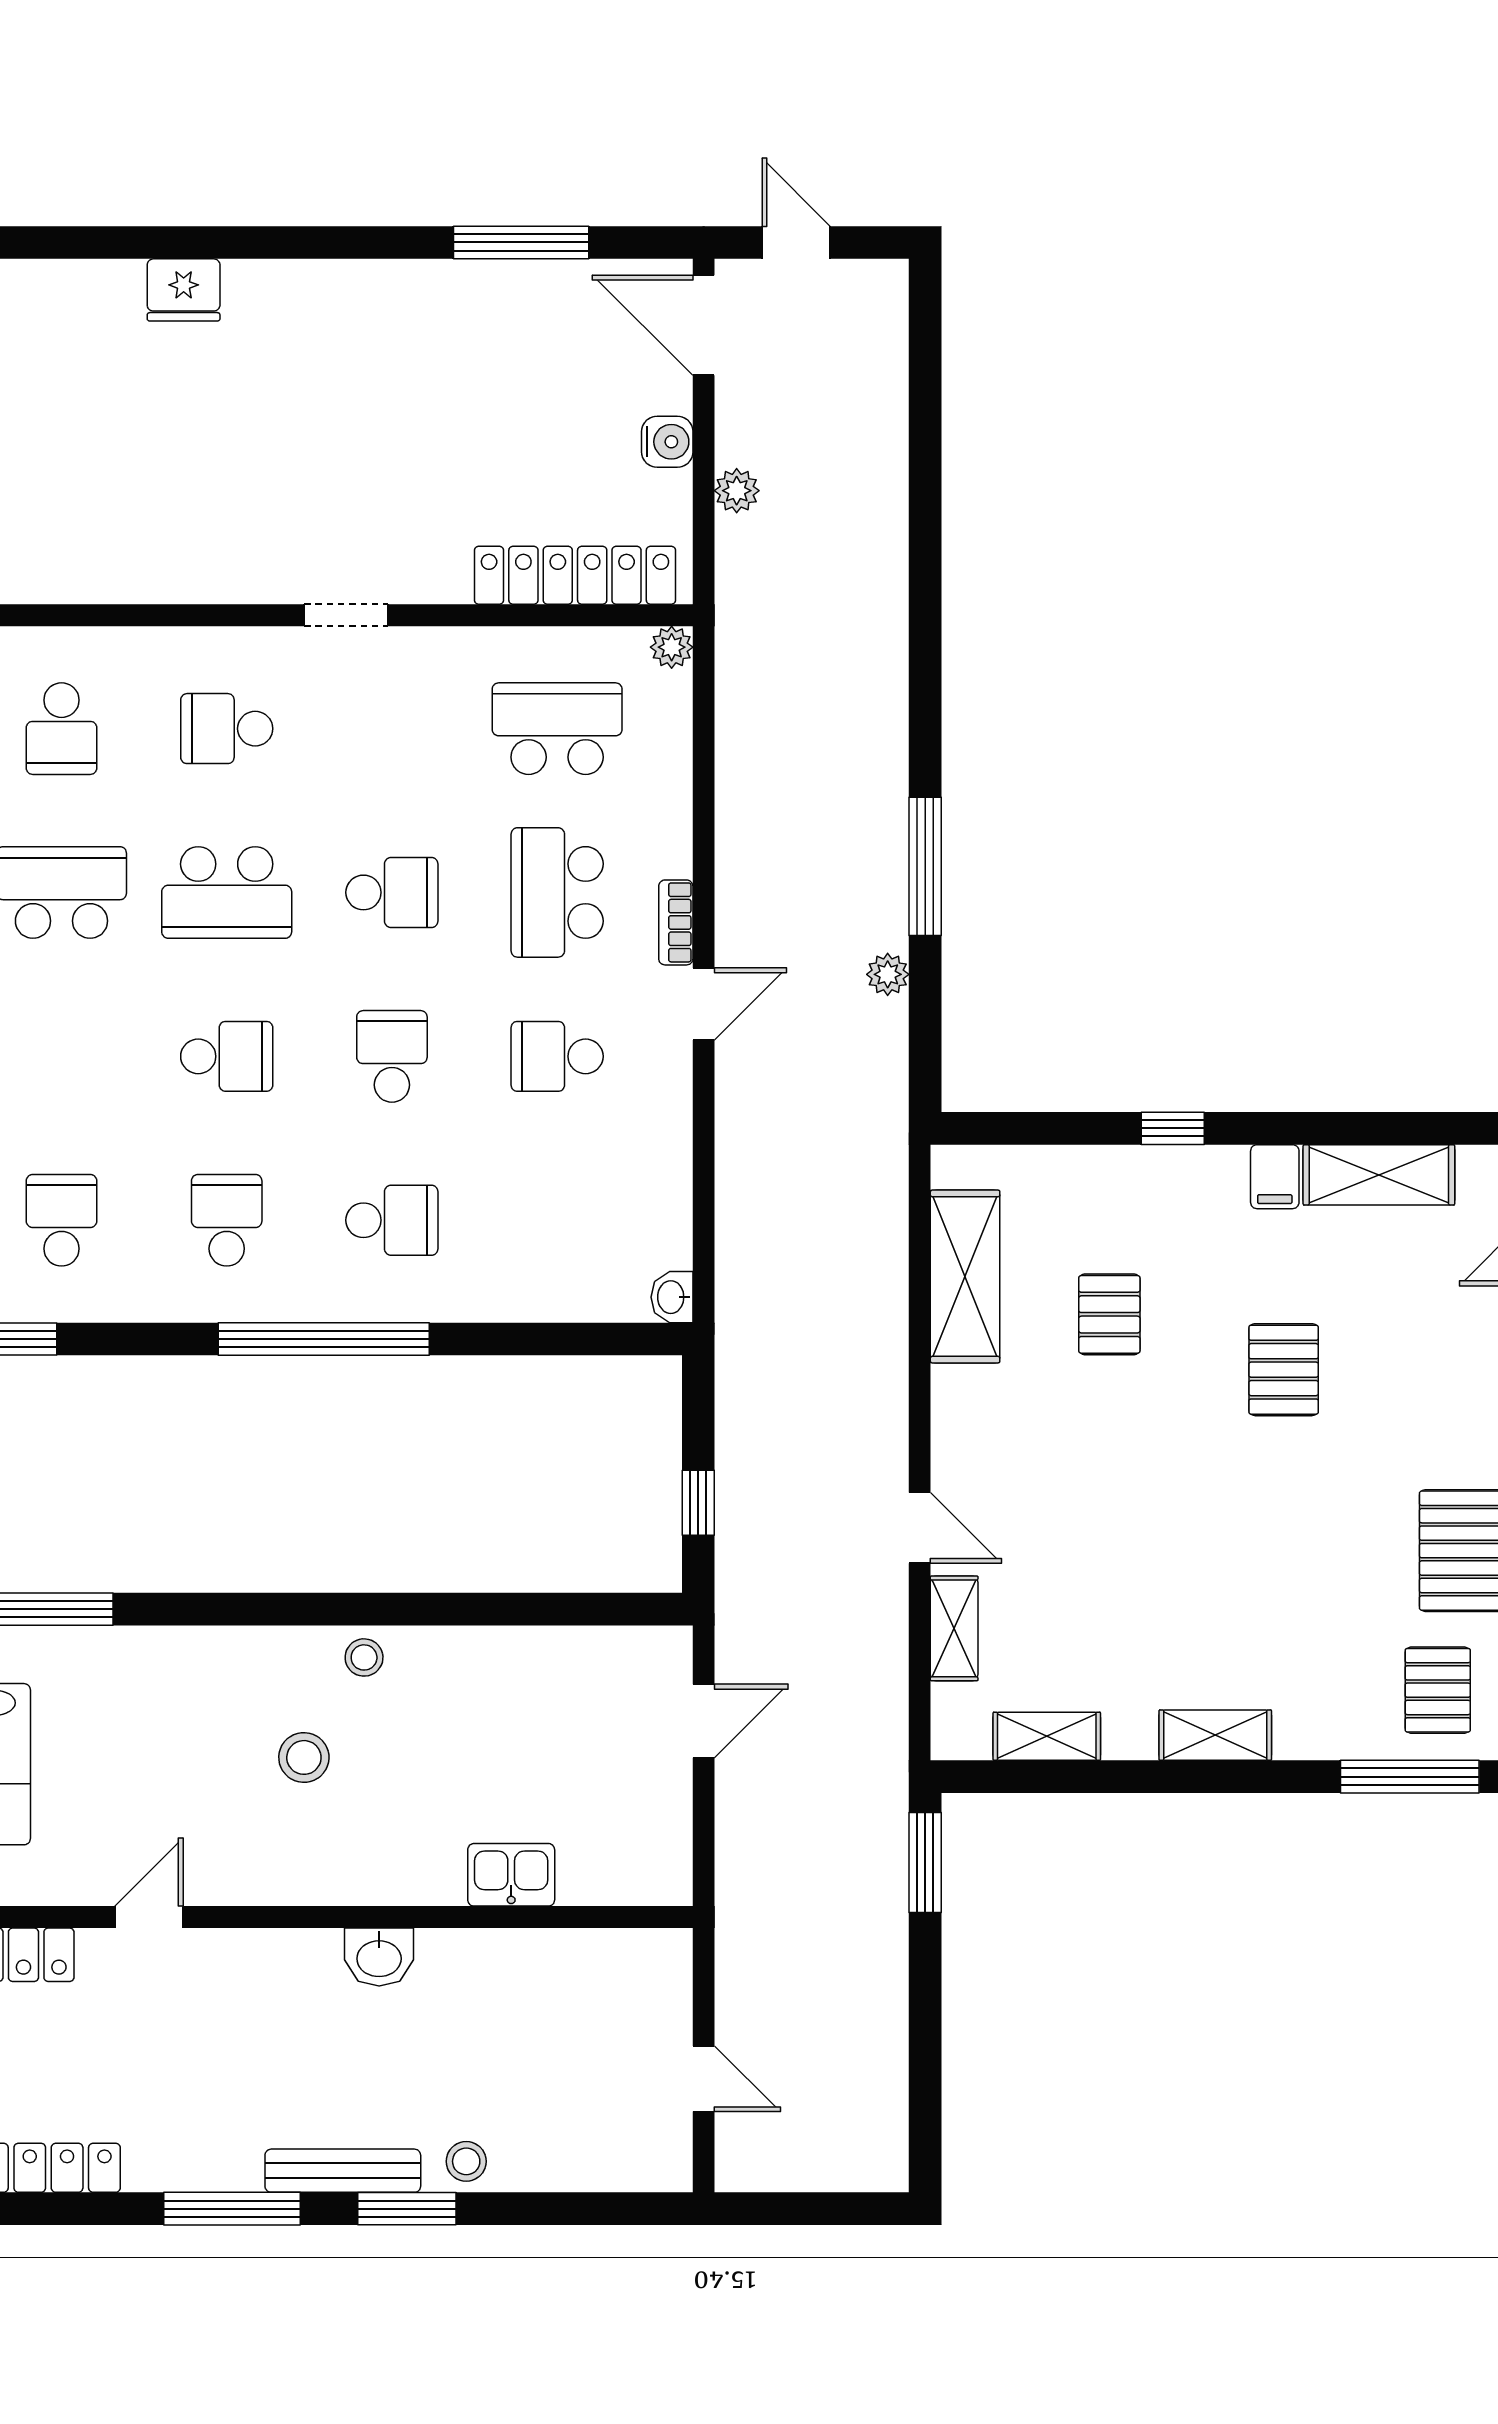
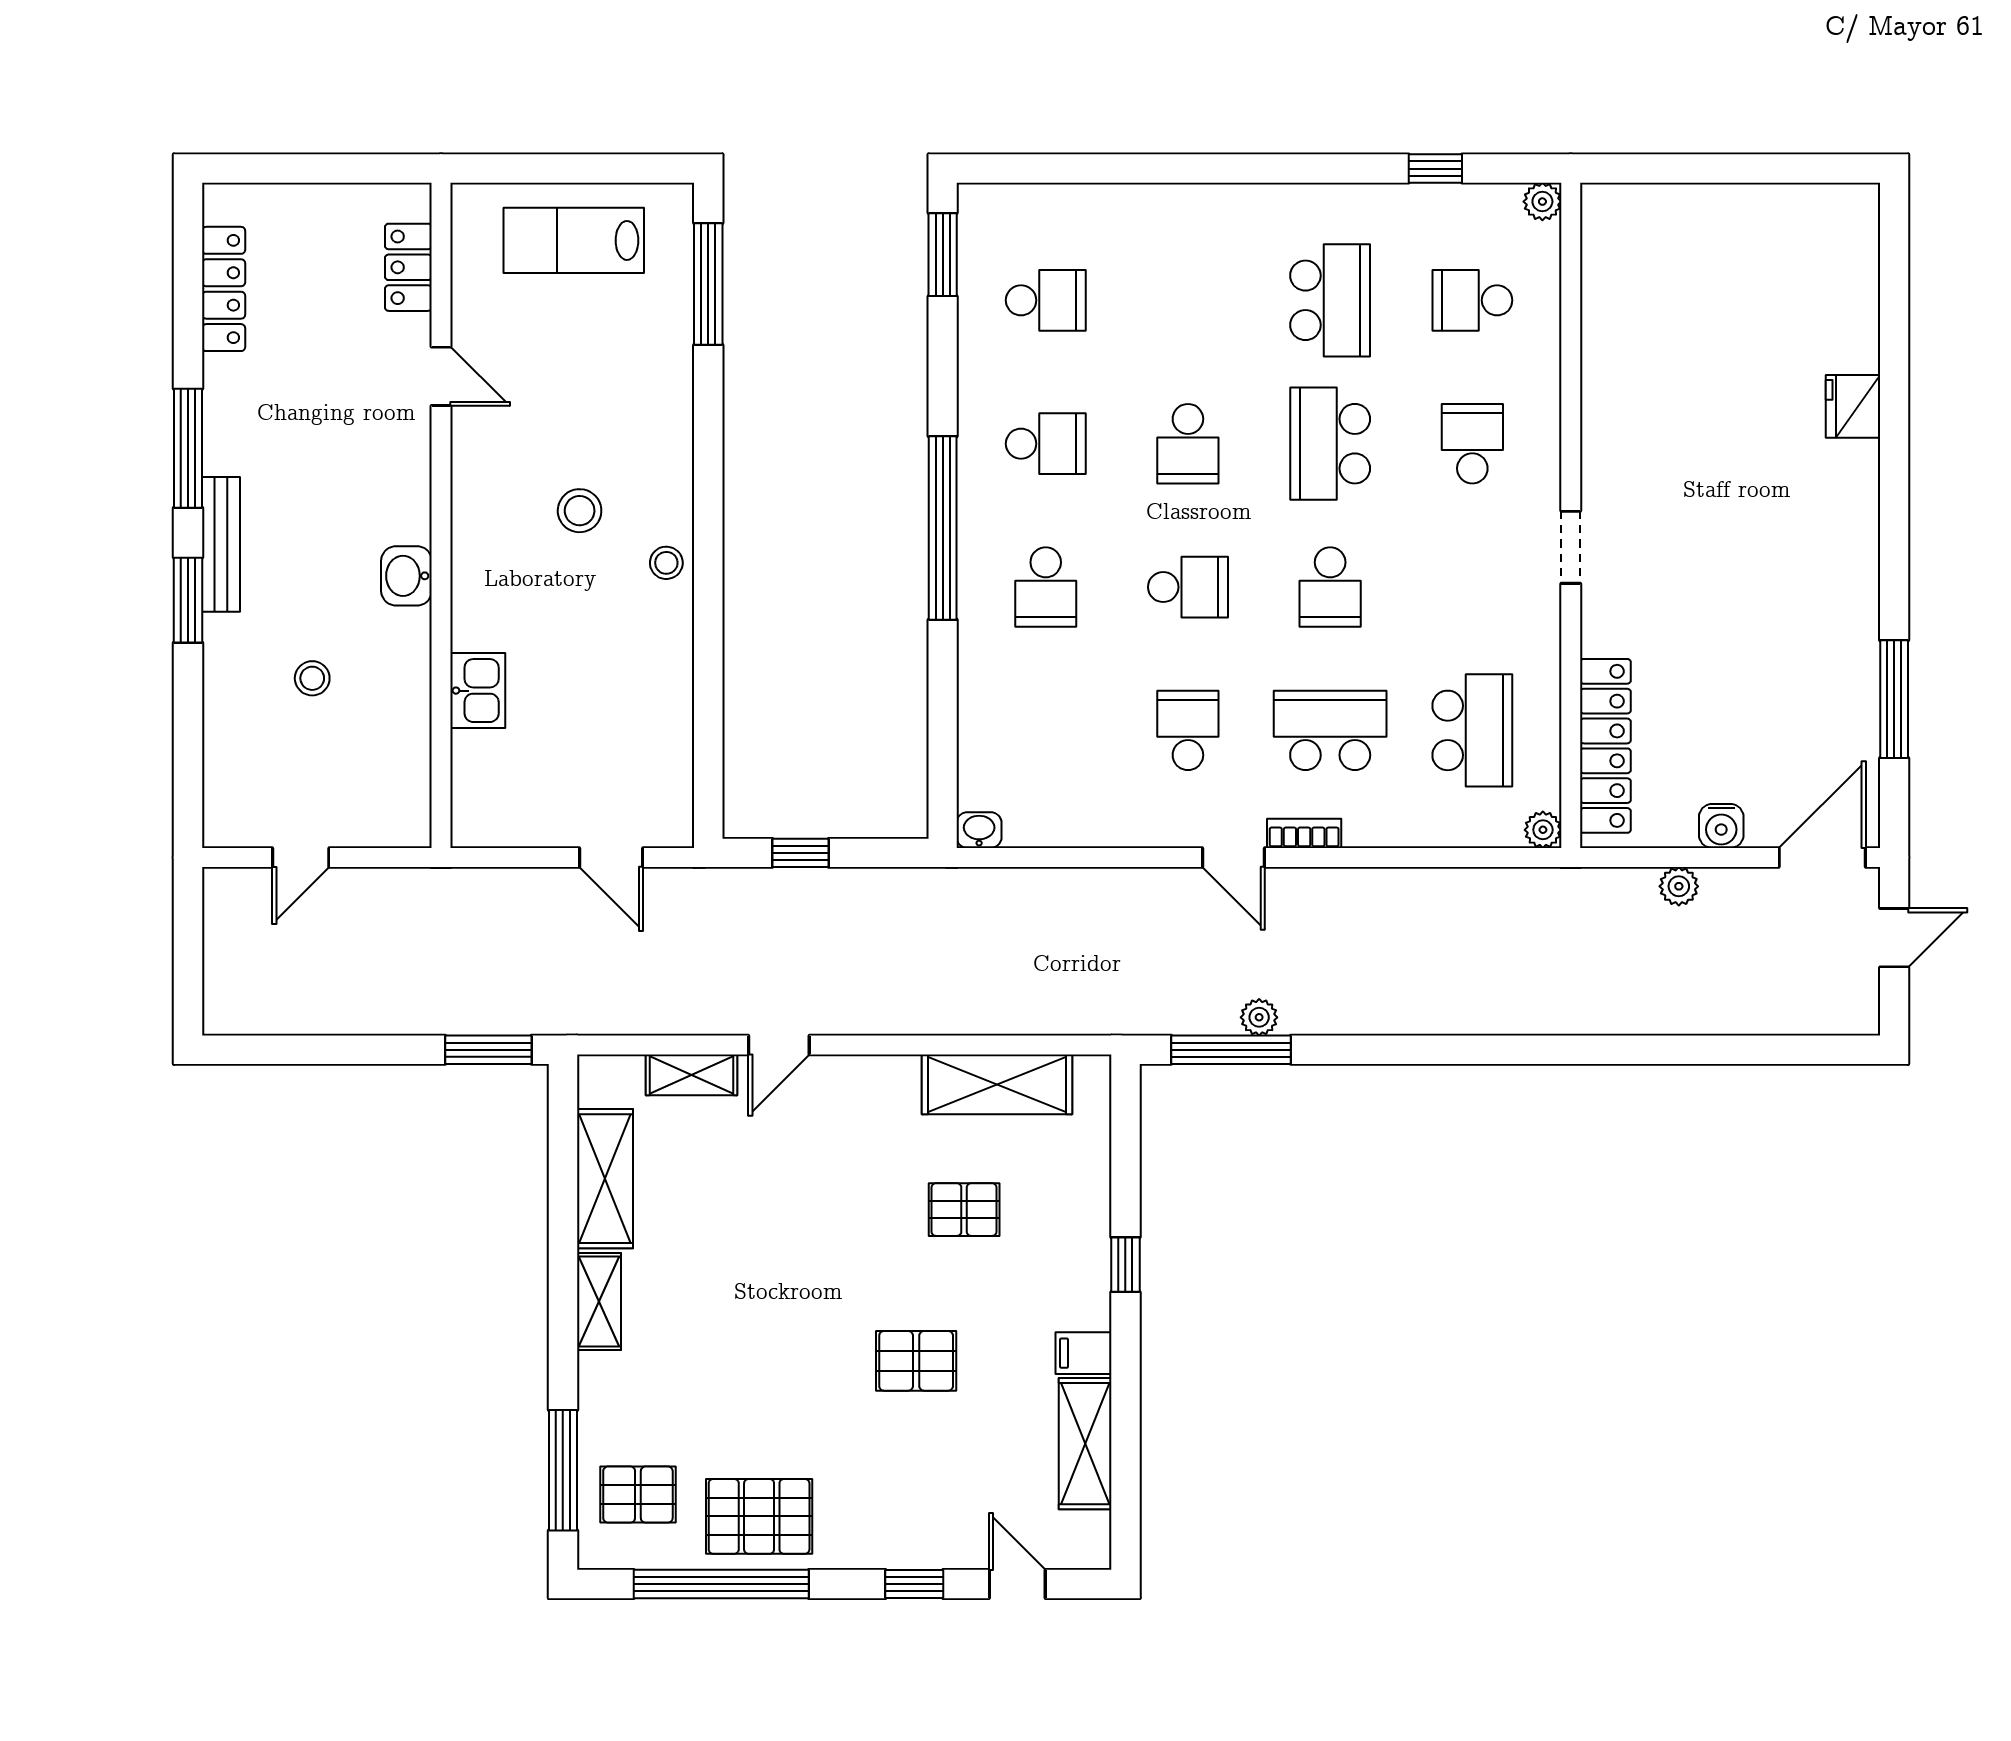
window: (925, 866) -> (1231, 1050), moved
shelving: (1047, 1736) -> (605, 1179), width x1.50, depth x1.33
stool: (466, 2161) -> (312, 678), moved

